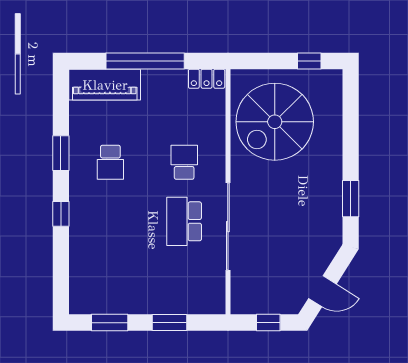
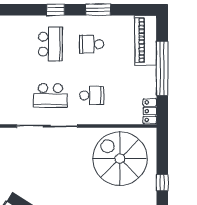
school desk: (110, 221) -> (50, 44), added
school desk: (184, 221) -> (50, 96), turned 180

